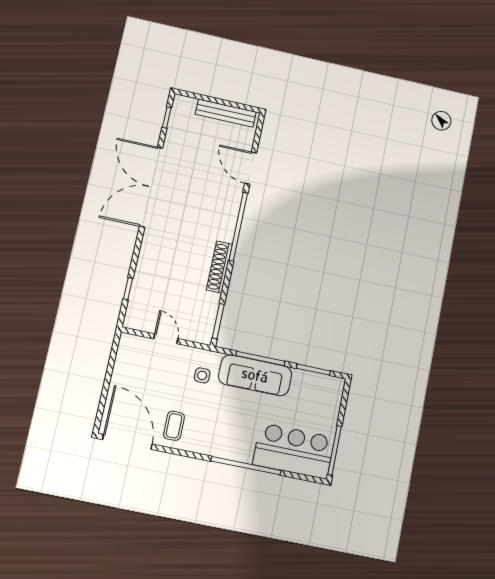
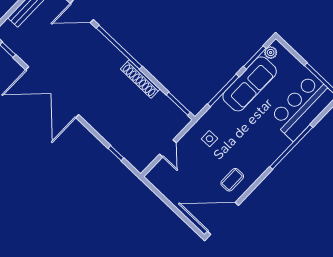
door: (166, 339) -> (168, 148), swing flipped
sofa: (255, 375) -> (250, 84), moved
plant: (328, 383) -> (271, 53), added
coffee table: (174, 426) -> (232, 180), turned 90

